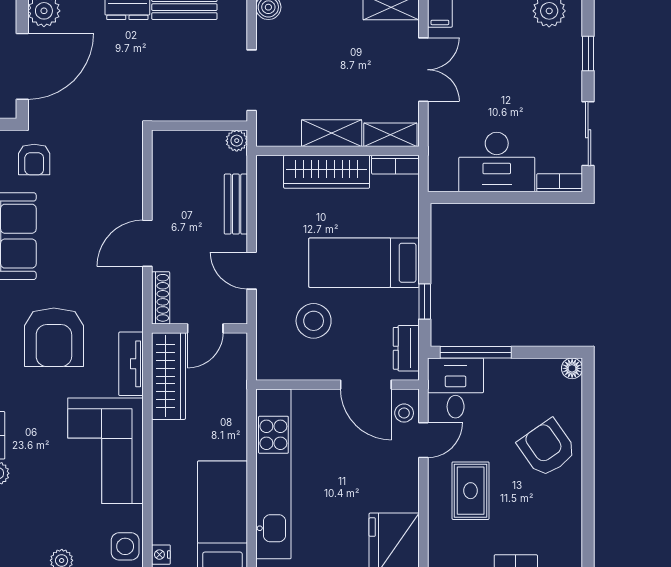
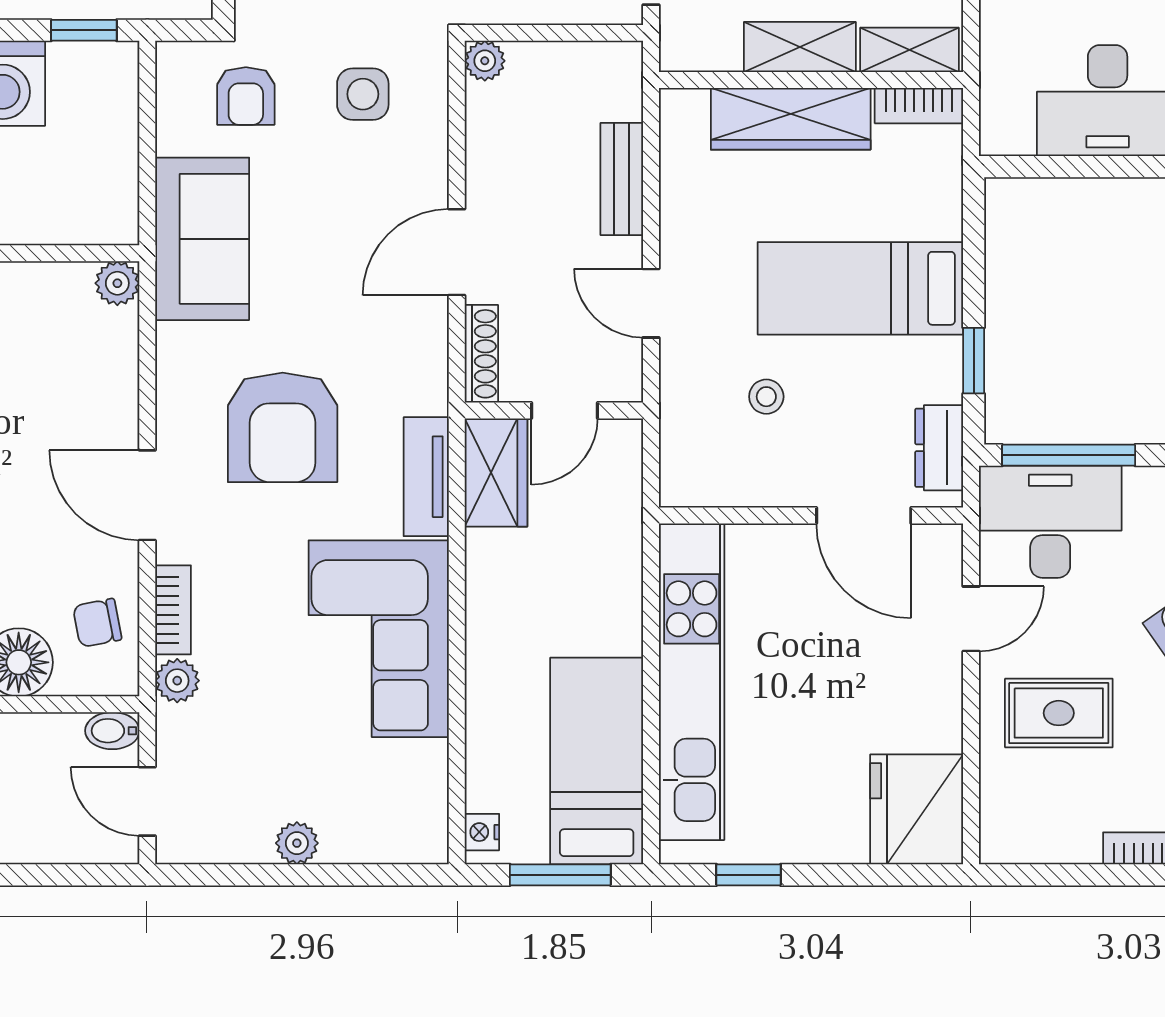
plant: (237, 141) -> (485, 61), moved
stool: (314, 321) -> (766, 397), width x0.53, depth x0.53
wardrobe: (169, 376) -> (496, 472), width x0.67
desk: (456, 388) -> (1050, 522), width x1.37
stool: (404, 413) -> (935, 568), removed
rug: (471, 491) -> (1059, 713), turned 90
side table: (125, 546) -> (363, 94), moved

